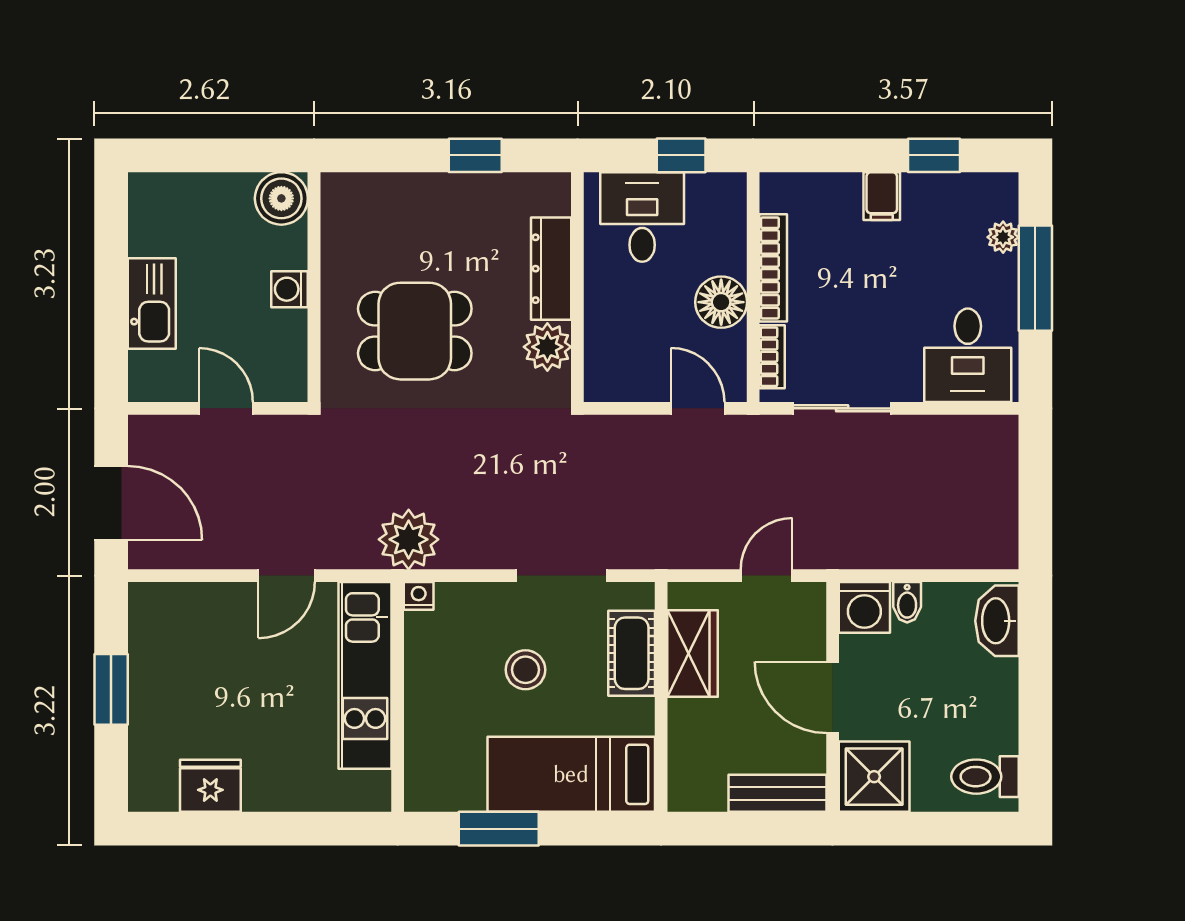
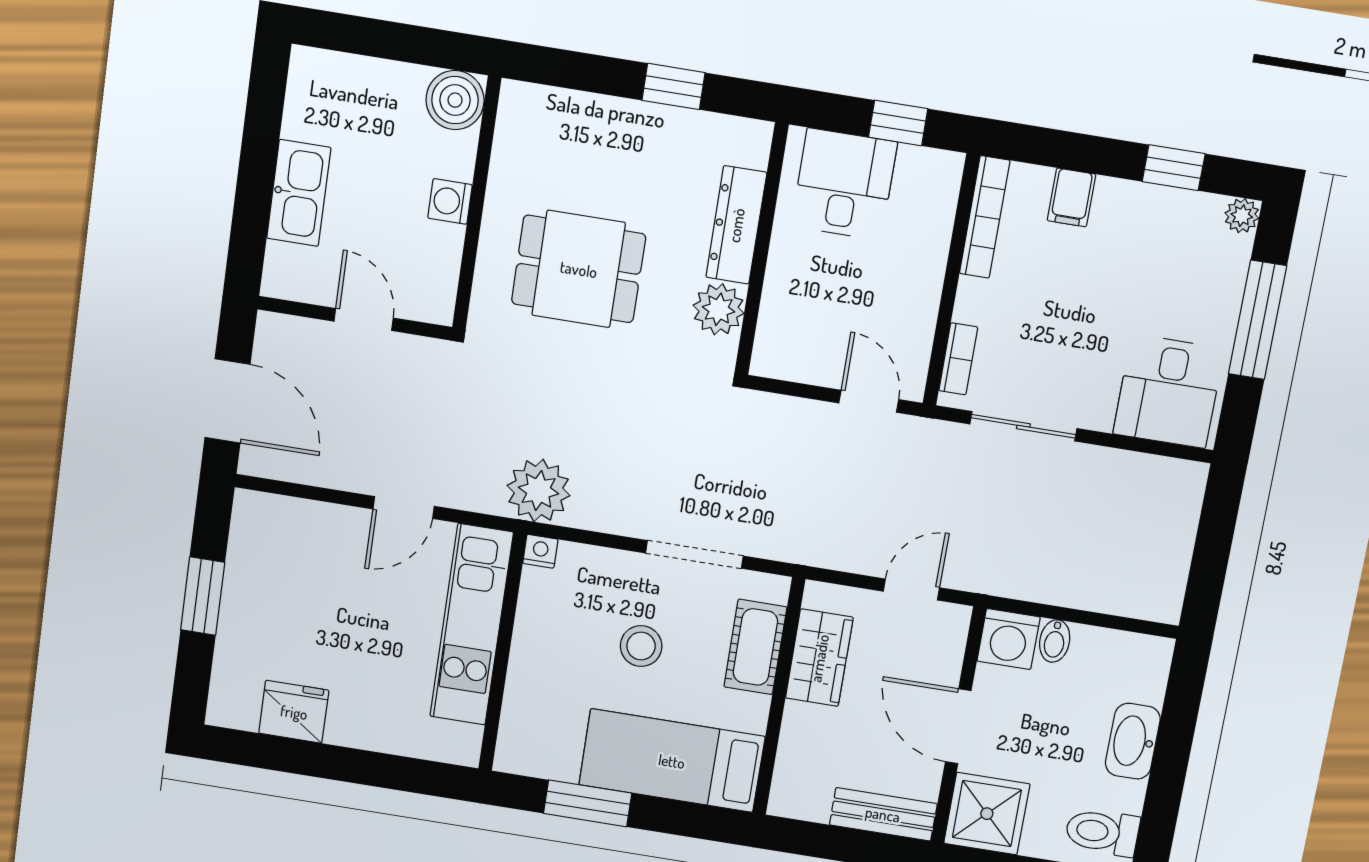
filing cabinet: (882, 196) -> (1071, 197), moved
plant: (1003, 237) -> (1242, 216), moved
bookcase: (773, 268) -> (985, 217), moved
floor lamp: (721, 302) -> (914, 291), removed
washbasin: (997, 621) -> (1133, 741), moved

